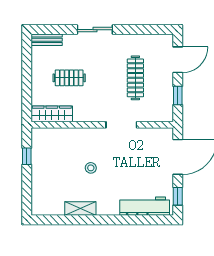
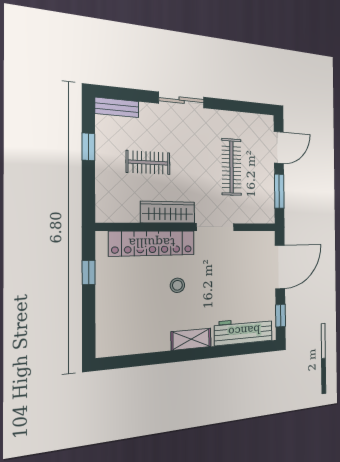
window: (27, 69) -> (88, 147), added
window: (178, 95) -> (279, 191), width x1.50
wardrobe: (52, 114) -> (168, 212), moved
locker: (72, 137) -> (152, 243), added
shelving: (80, 209) -> (191, 339), moved

